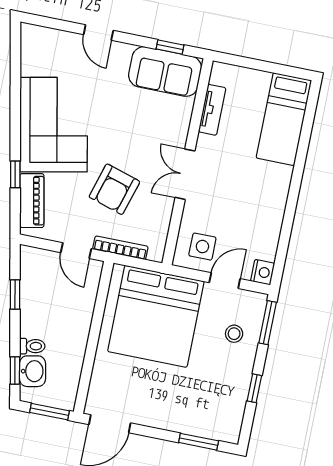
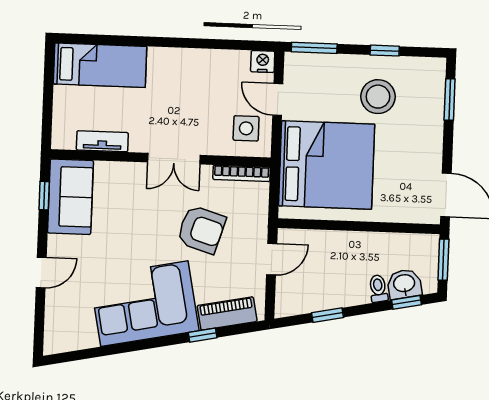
bookcase: (120, 248) -> (242, 173), moved, turned -90
stool: (234, 334) -> (378, 97), moved, width x1.89, depth x1.89

